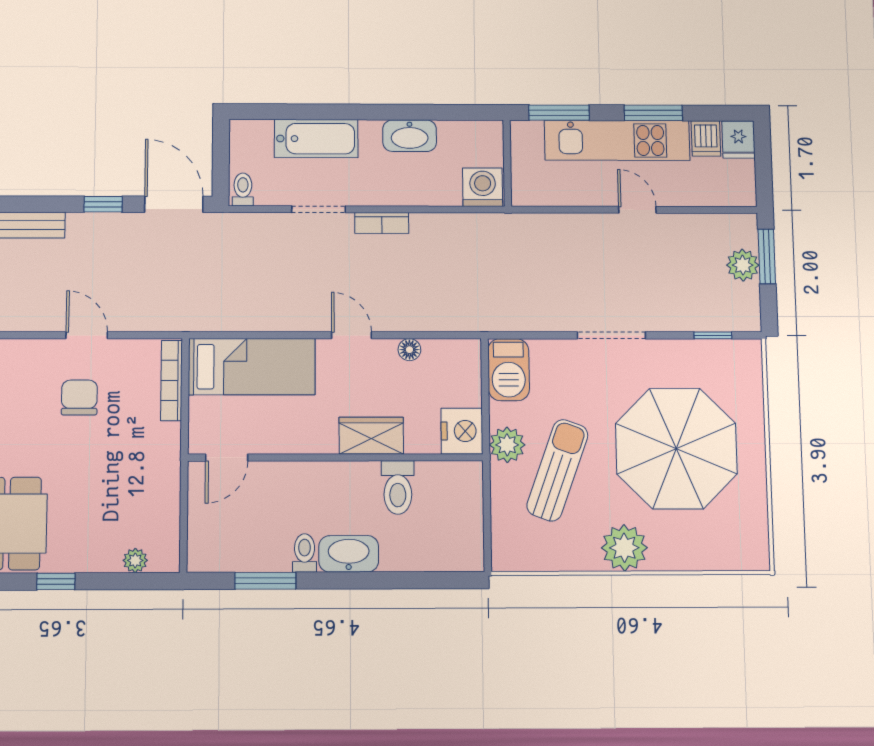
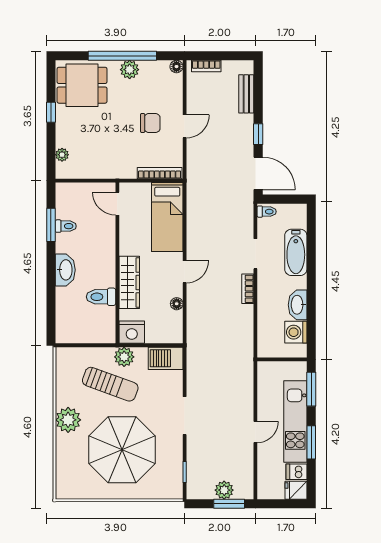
washing machine: (483, 187) -> (296, 332), moved, turned 180
door: (174, 204) -> (258, 173), hinge flipped
wardrobe: (371, 436) -> (129, 282), width x1.50
toilet: (305, 553) -> (66, 226), moved

